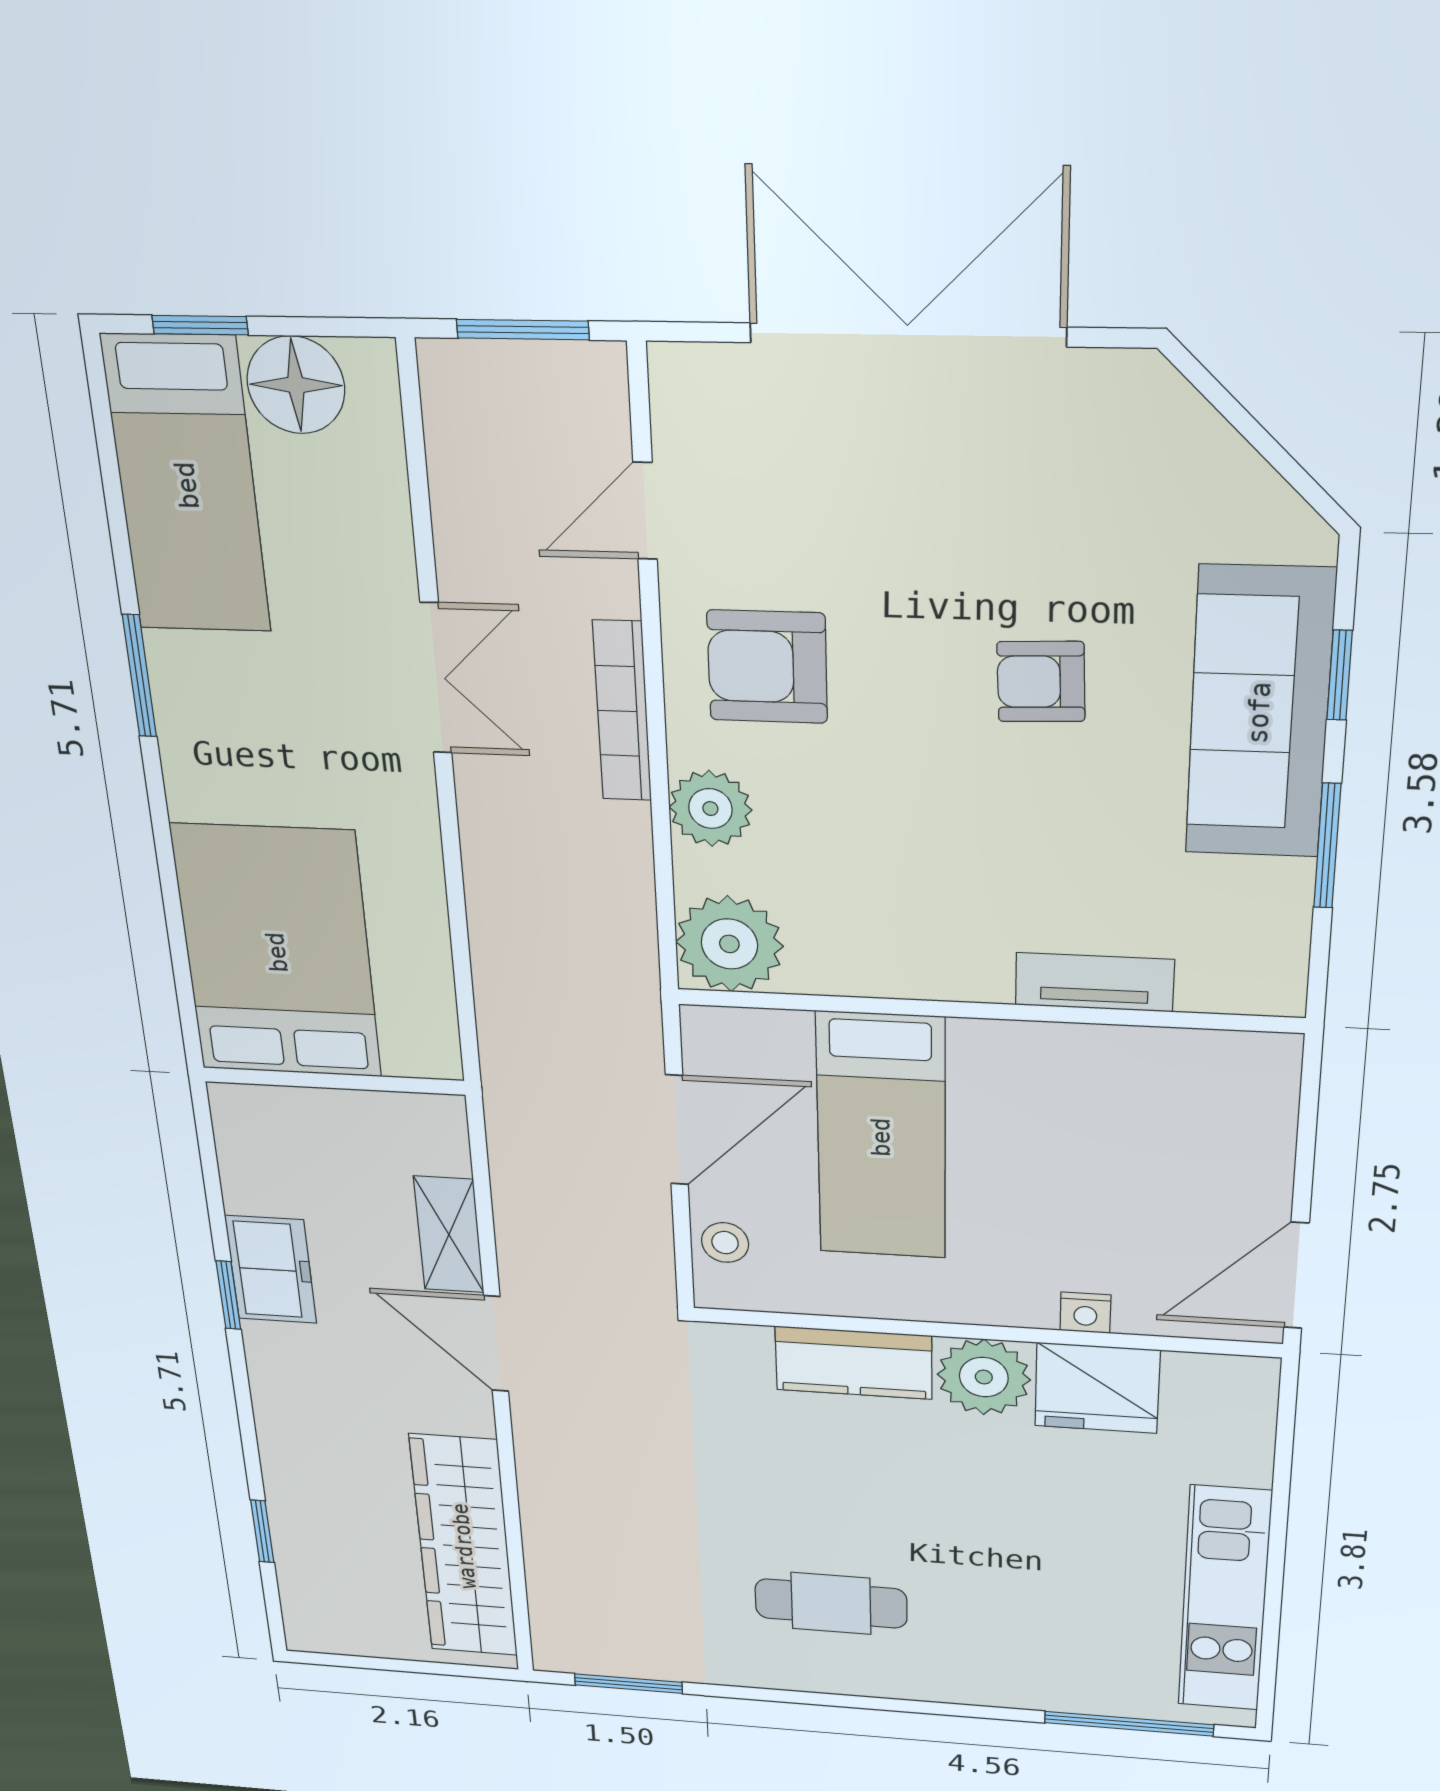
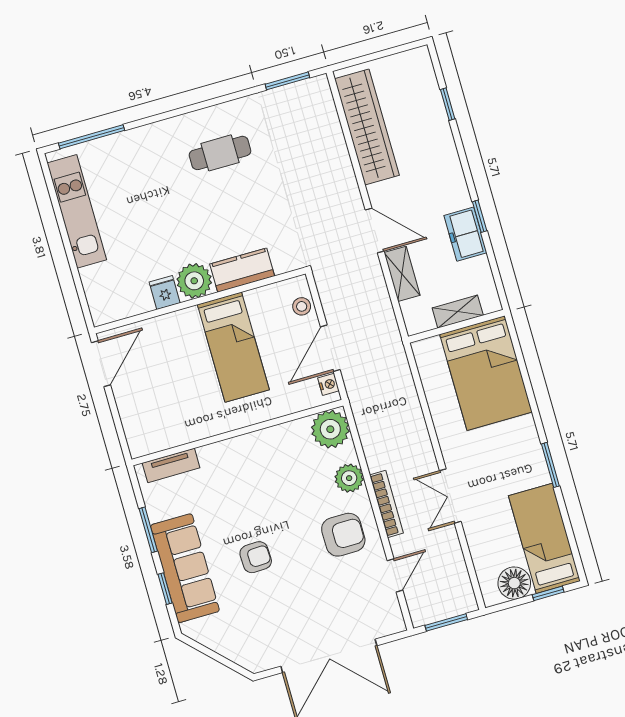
tv unit: (1094, 982) -> (171, 465), moved
shelving: (324, 1112) -> (458, 312), added
bed: (881, 1137) -> (233, 347), moved, turned 180
nightstand: (1085, 1313) -> (328, 384), moved, turned 90
fridge: (1097, 1388) -> (165, 293), width x0.53, depth x0.75

